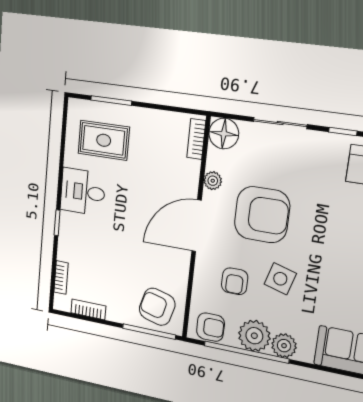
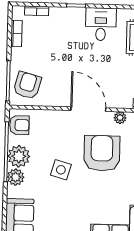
armchair: (262, 215) -> (102, 153), turned 180
armchair: (235, 281) -> (54, 139), removed
armchair: (210, 327) -> (19, 125), turned -90

